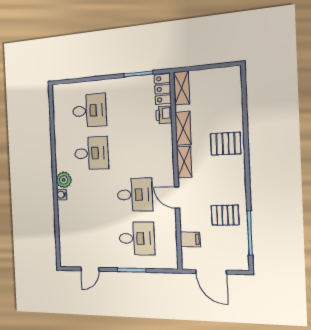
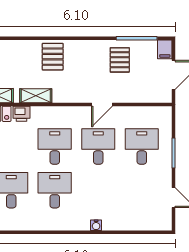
desk: (133, 151) -> (55, 146), added
shelving: (184, 162) -> (68, 96), removed
plant: (64, 180) -> (81, 222), removed
filing cabinet: (190, 239) -> (165, 49), moved, turned 180

